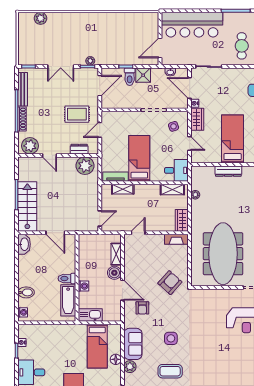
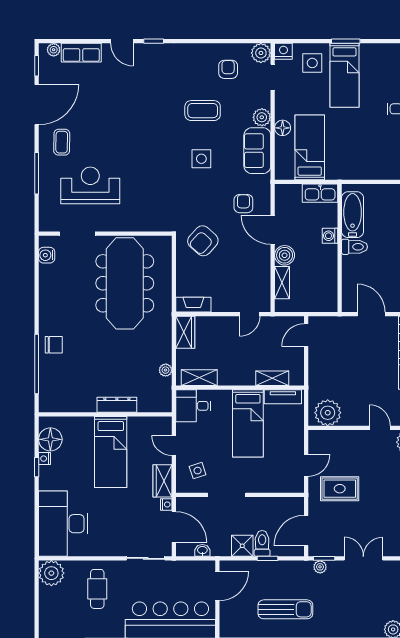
sun lounger: (114, 32) -> (285, 609), added
dresser: (79, 149) -> (336, 437), removed

